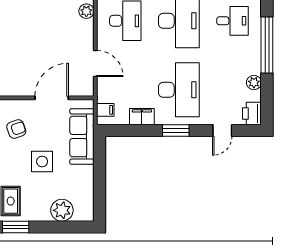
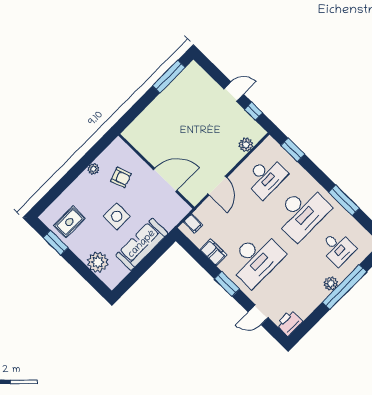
plant: (254, 83) -> (331, 284), moved
sofa: (82, 136) -> (142, 244), moved

